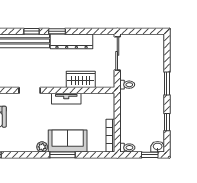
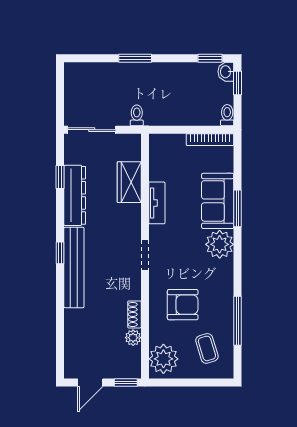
window: (57, 31) -> (60, 177), moved
window: (167, 122) -> (210, 58), moved
plant: (42, 147) -> (220, 244), width x1.88, depth x1.88

